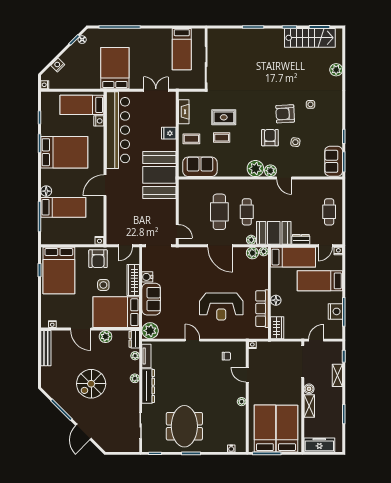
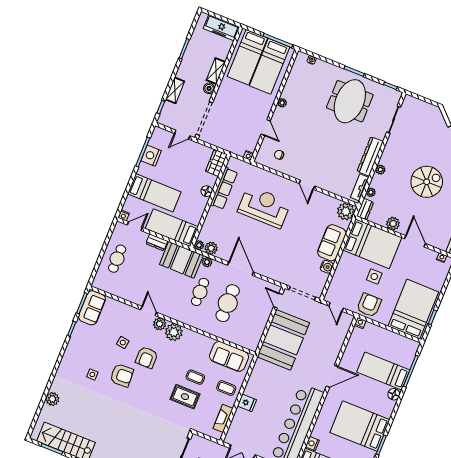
booth: (159, 175) -> (283, 340), moved
door: (125, 246) -> (336, 307), swing flipped
wardrobe: (133, 280) -> (342, 269), removed

